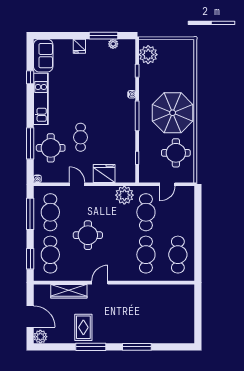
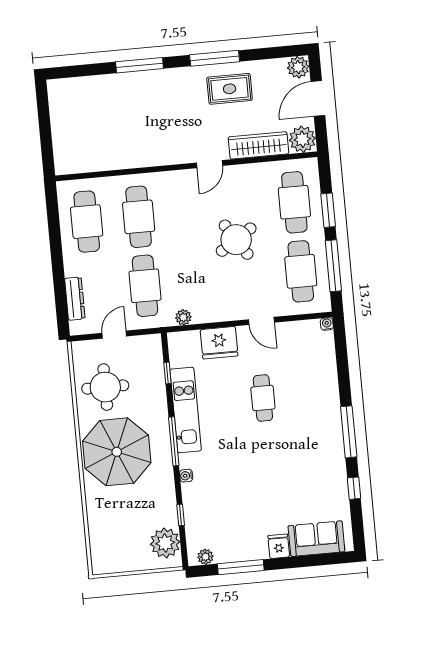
plant: (113, 44) -> (205, 557), moved
sofa: (43, 56) -> (316, 539), moved, turned 90
kitchen unit: (41, 99) -> (186, 410), moved, turned 180
window: (30, 143) -> (349, 432), moved
round table: (51, 148) -> (310, 376), removed
plant: (124, 195) -> (183, 317), width x0.53, depth x0.53
dresser: (189, 208) -> (75, 299), added
round table: (88, 235) -> (236, 240), turned -33
window: (30, 259) -> (328, 210), moved
plant: (42, 293) -> (302, 139), added
door: (30, 316) -> (318, 99), hinge flipped
rug: (83, 327) -> (230, 89), turned 90

